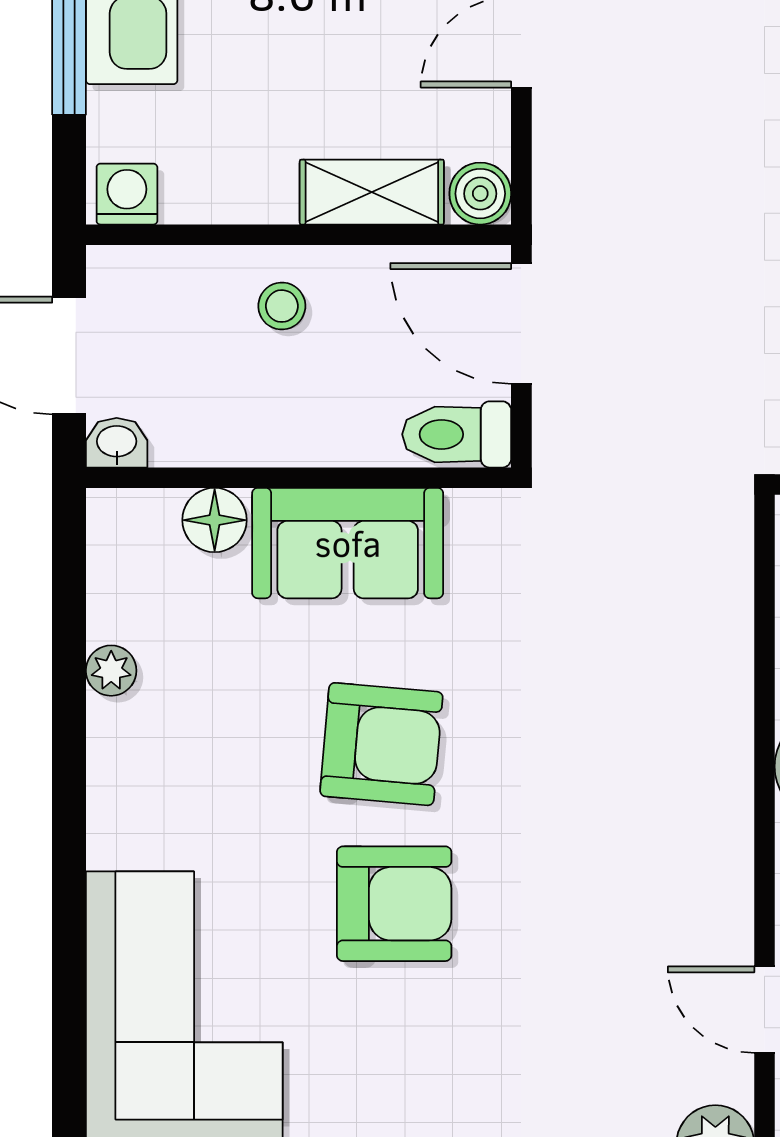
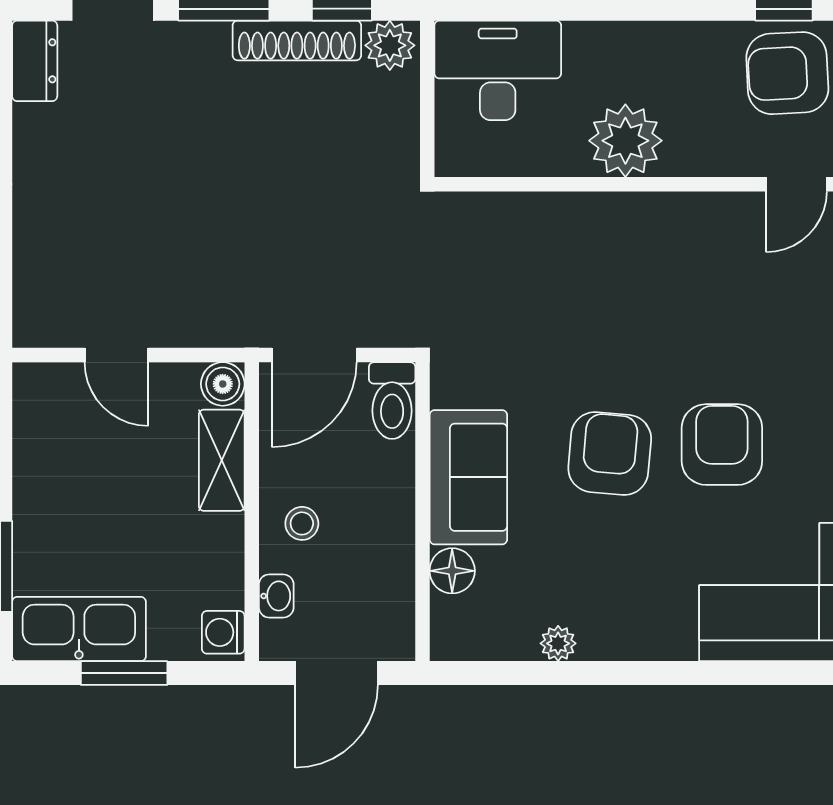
washbasin: (117, 443) -> (276, 596), moved, turned 180

